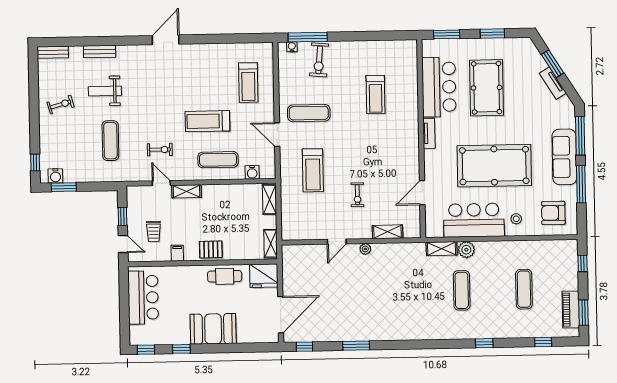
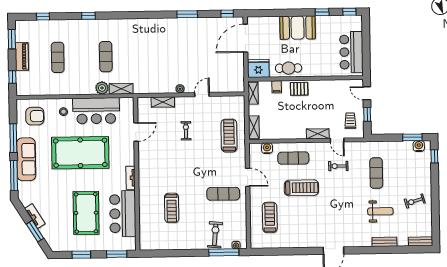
treadmill: (376, 95) -> (172, 208), turned 180
treadmill: (313, 170) -> (229, 136), moved
trolley: (154, 231) -> (350, 121), moved
filing cabinet: (177, 253) -> (277, 87), moved
piano: (571, 310) -> (22, 56), moved

